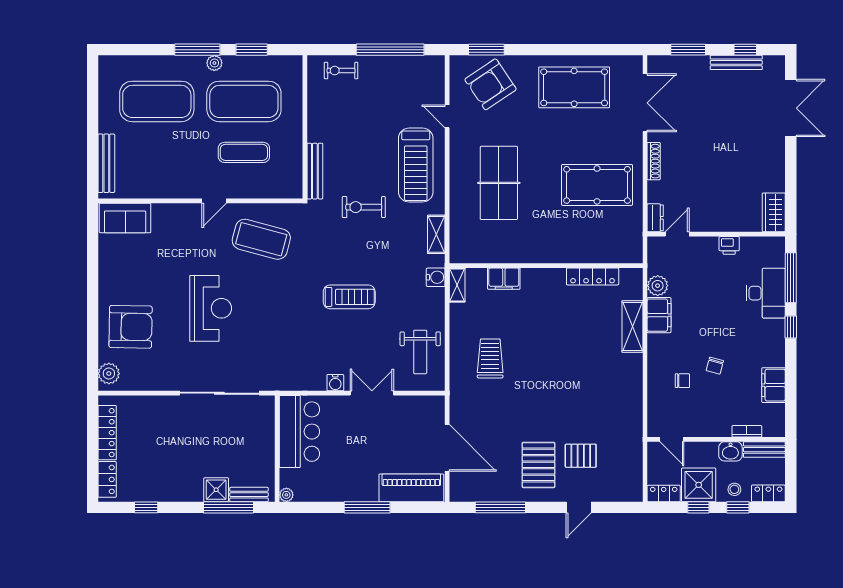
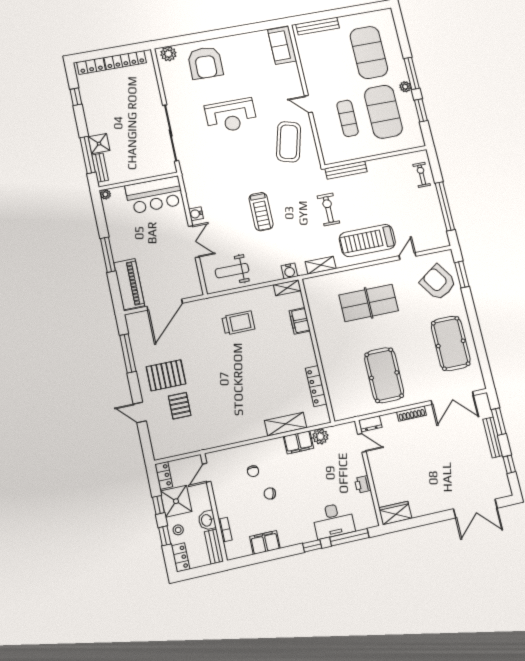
bench: (736, 62) -> (493, 437), moved

